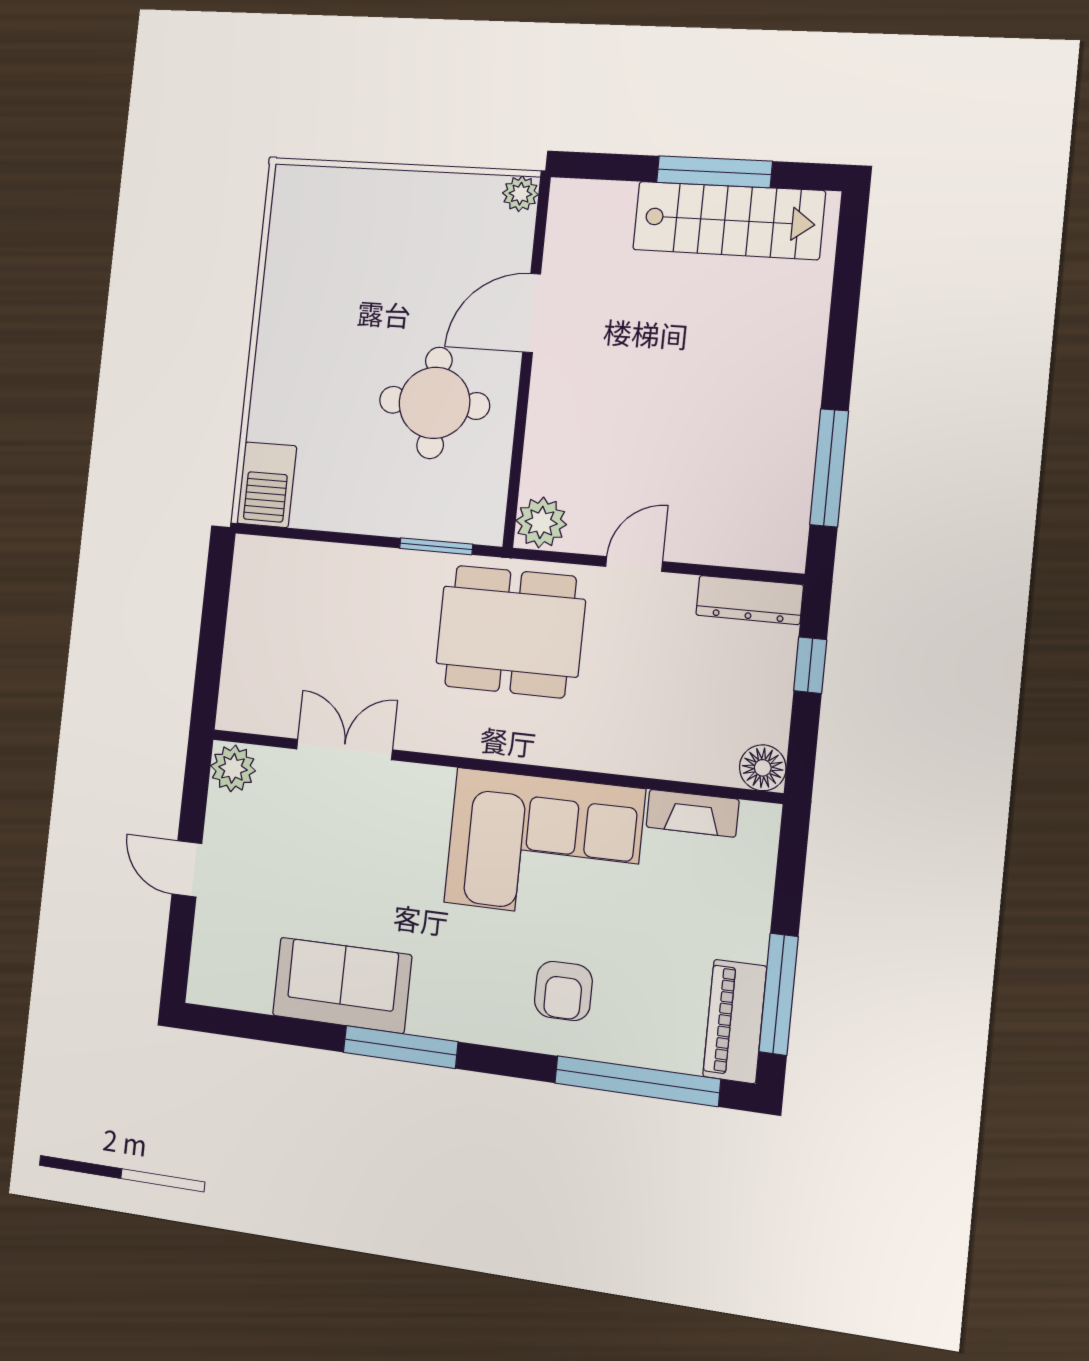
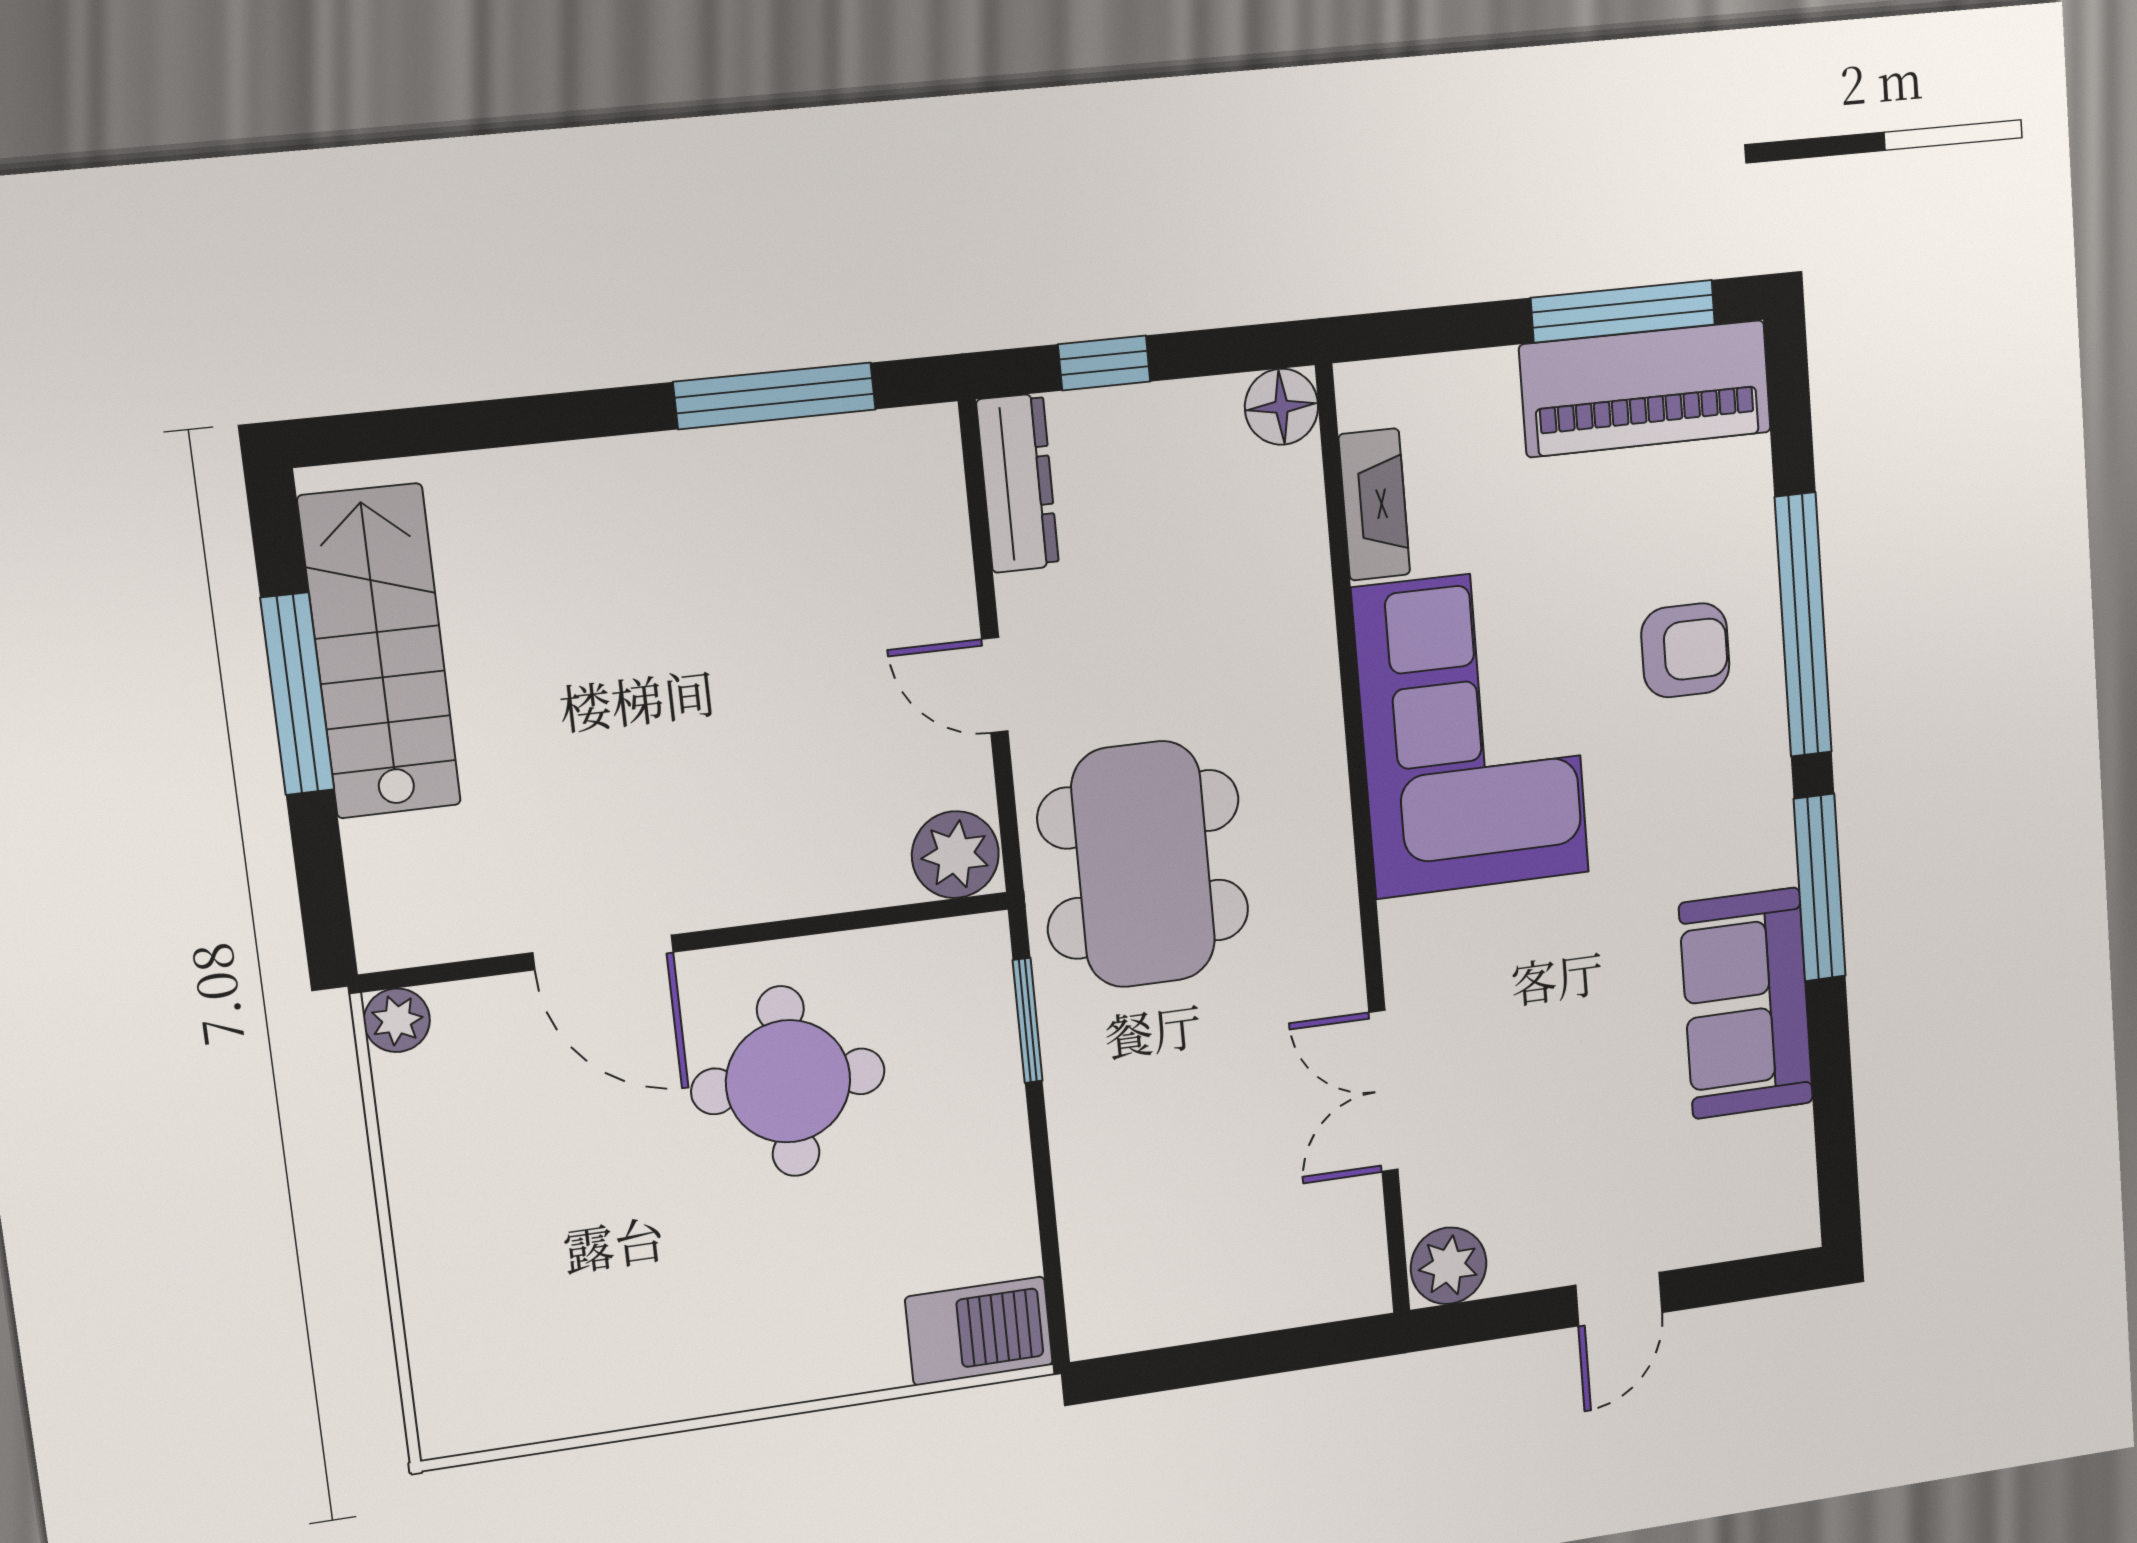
piano: (735, 1021) -> (1646, 389), width x1.37, depth x1.33
window: (637, 1081) -> (1803, 625), moved

